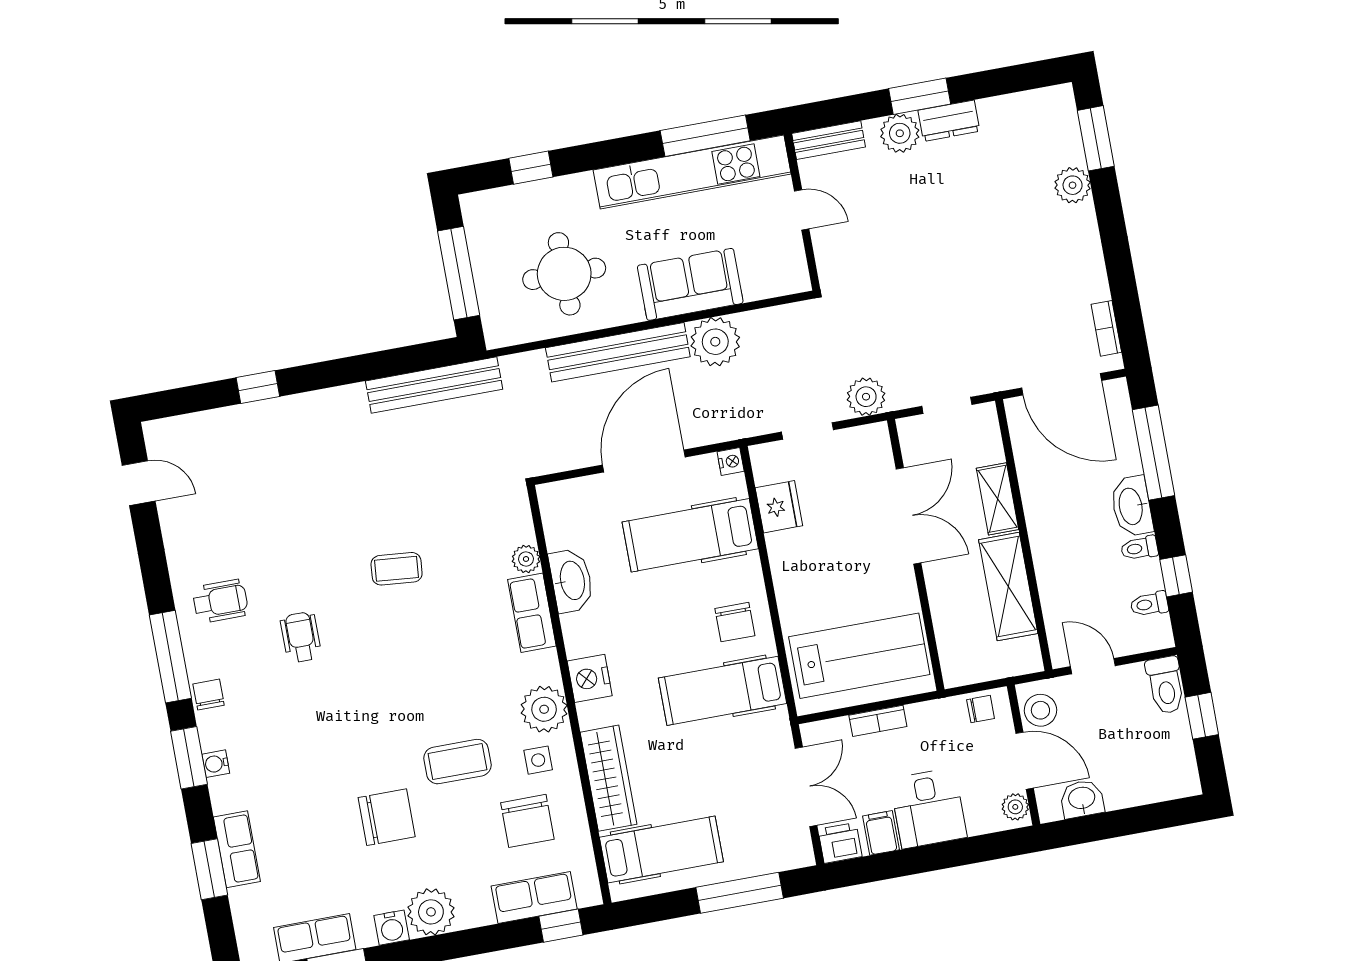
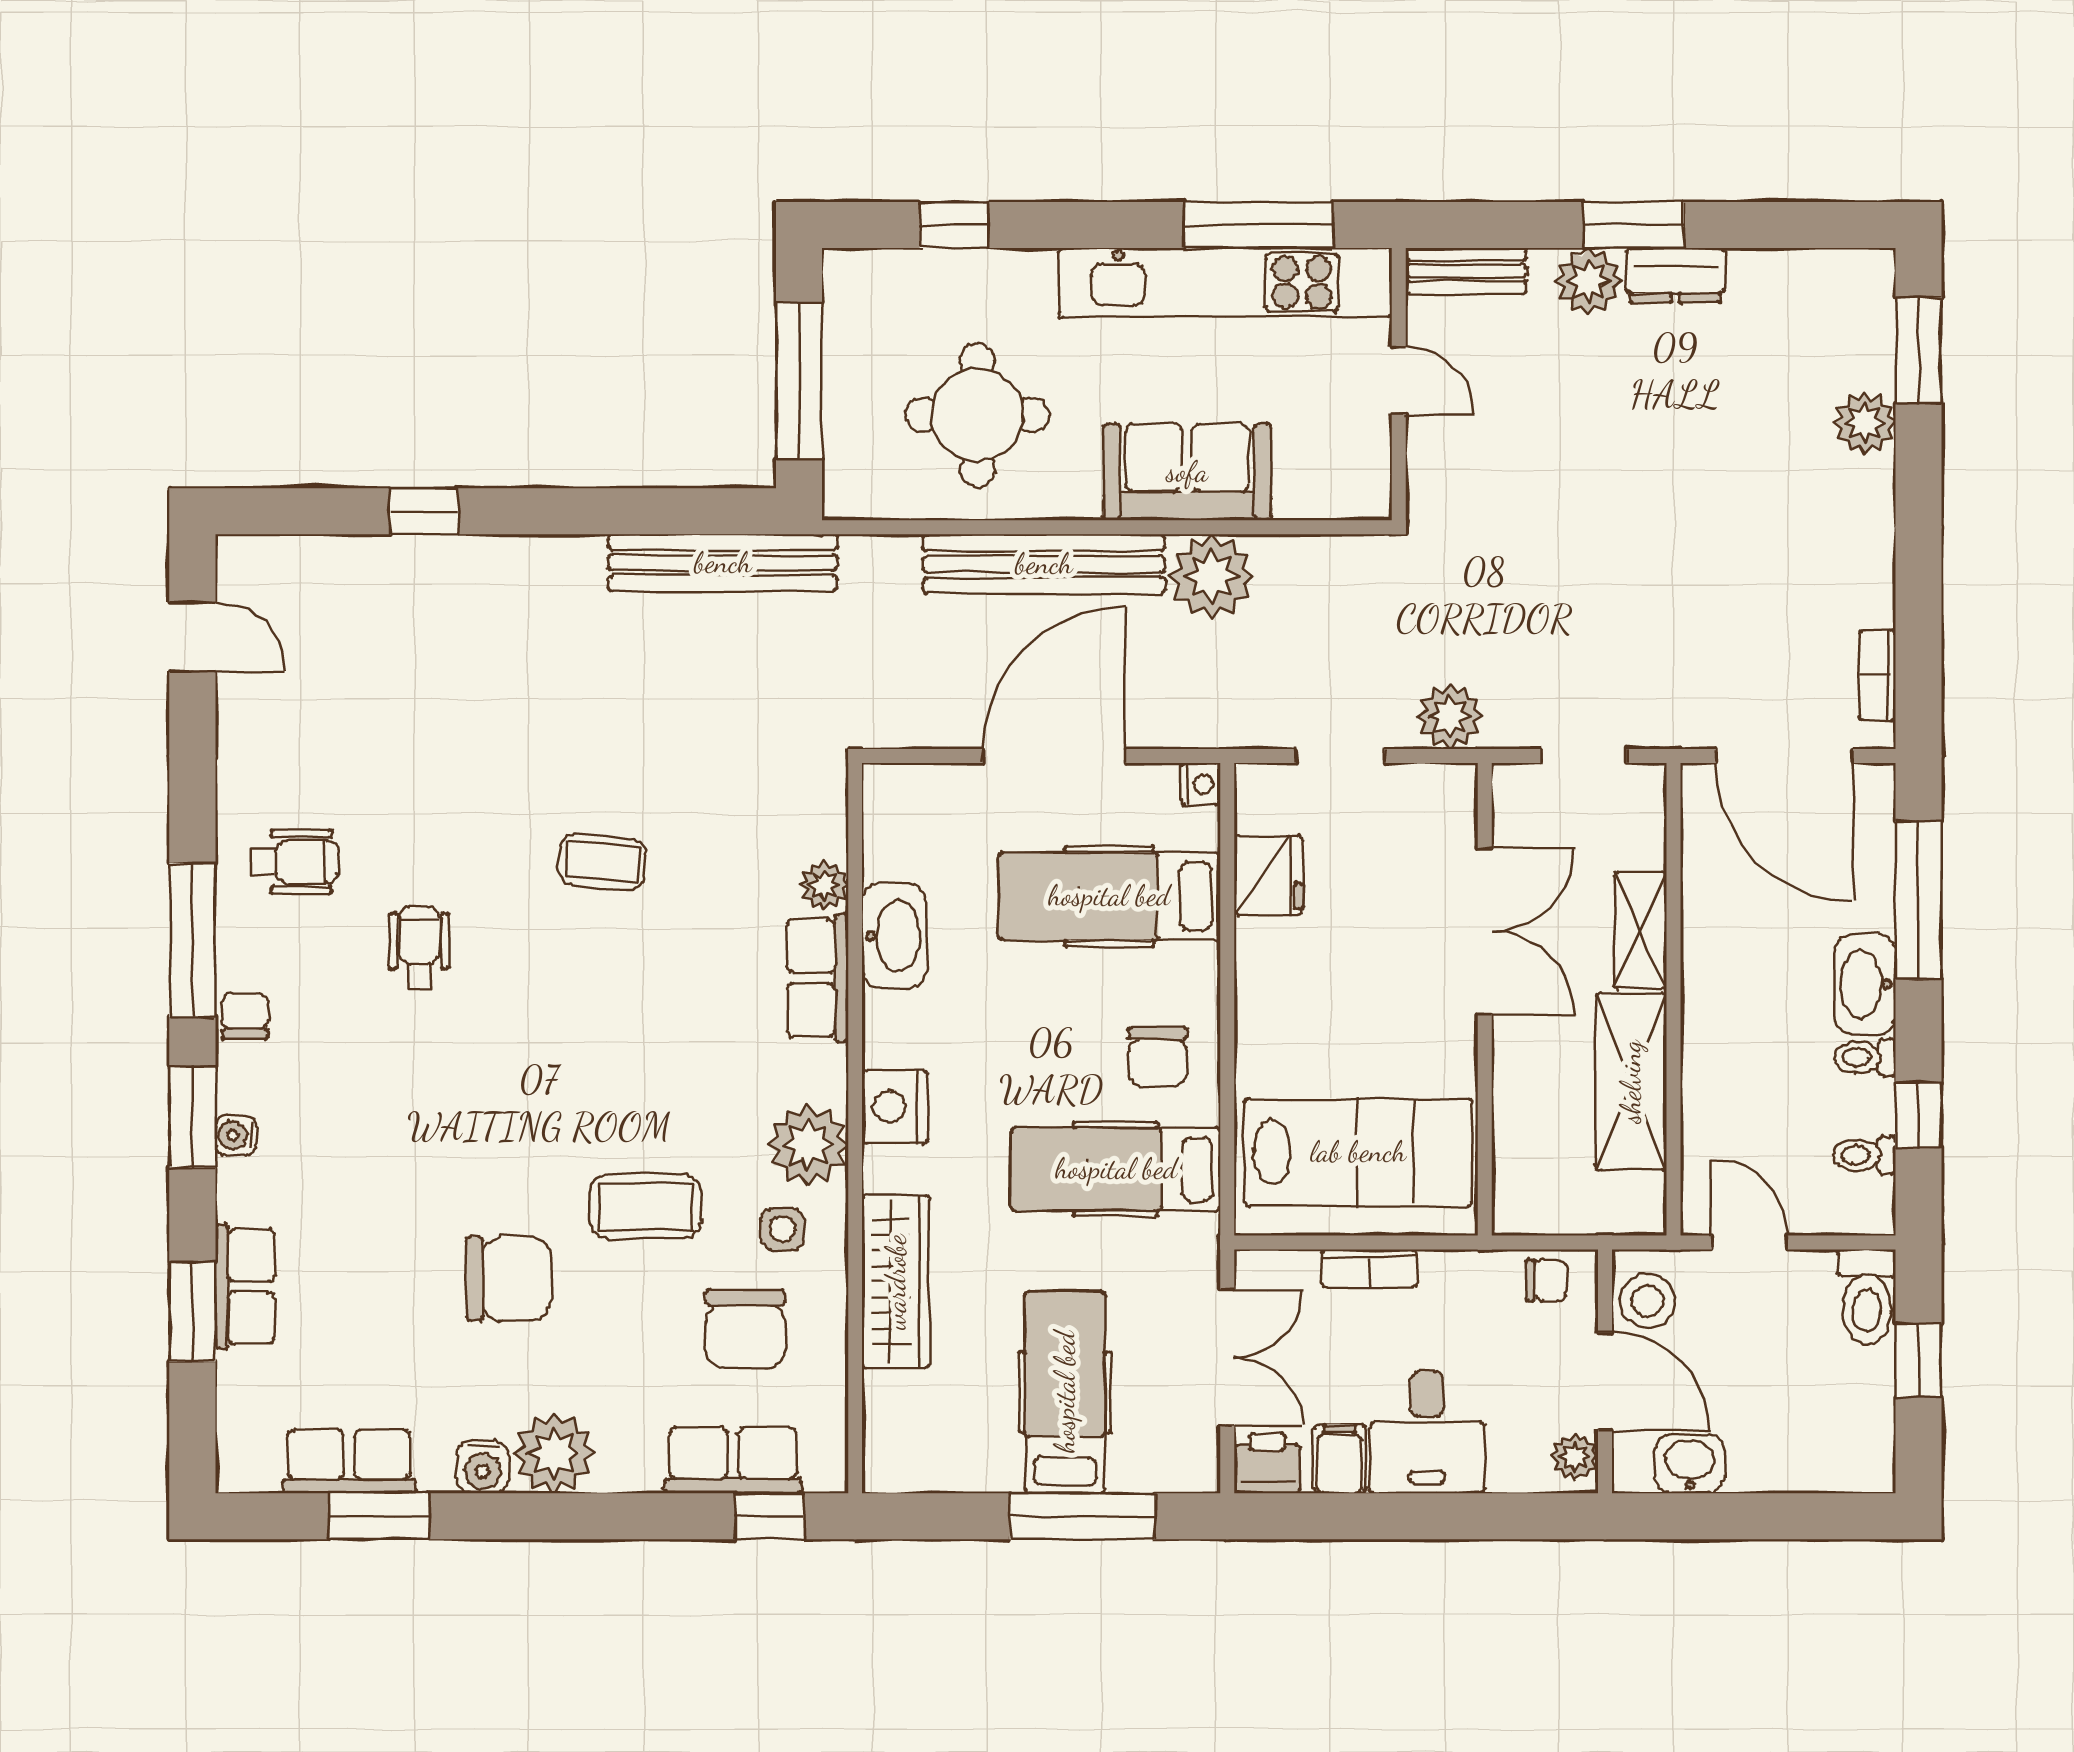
hospital bed: (661, 850) -> (1065, 1392), moved, turned -90

